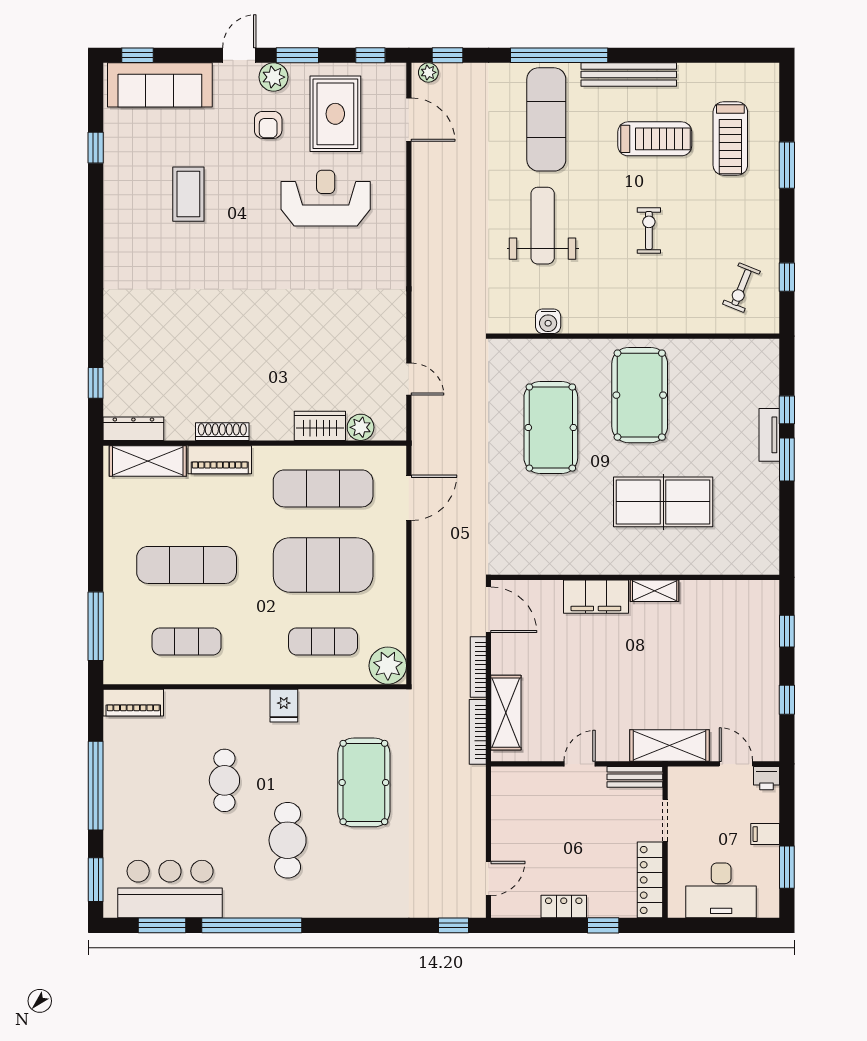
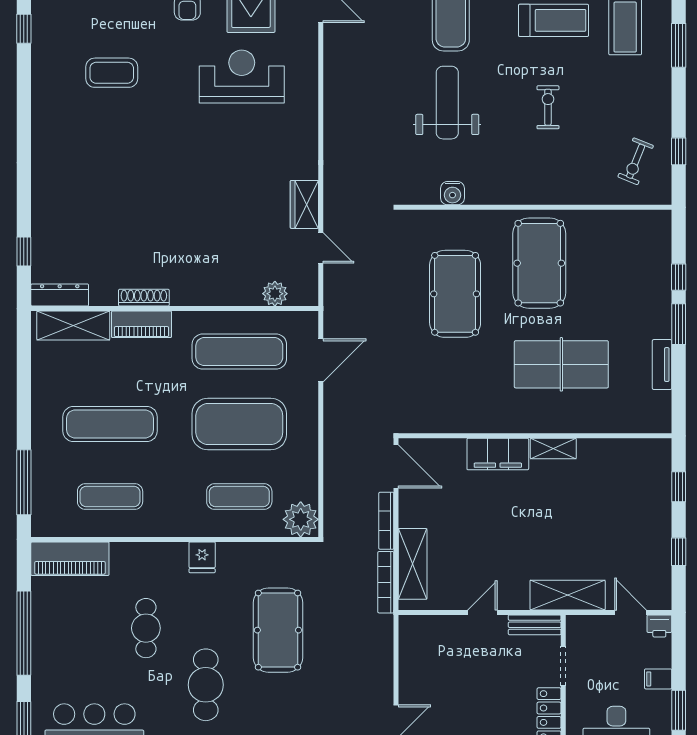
coffee table: (188, 194) -> (112, 73), turned 90
wardrobe: (320, 426) -> (304, 204), moved, turned -90
tv unit: (769, 435) -> (662, 365), moved
piano: (133, 703) -> (70, 559), width x1.37, depth x1.33

